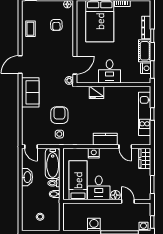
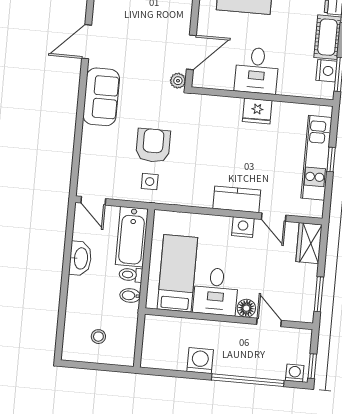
fridge: (96, 92) -> (257, 111), moved
nightstand: (94, 153) -> (243, 227), moved

